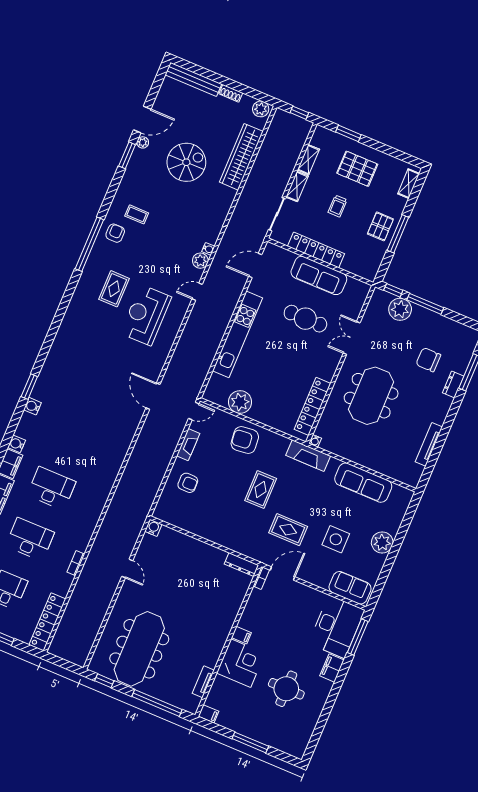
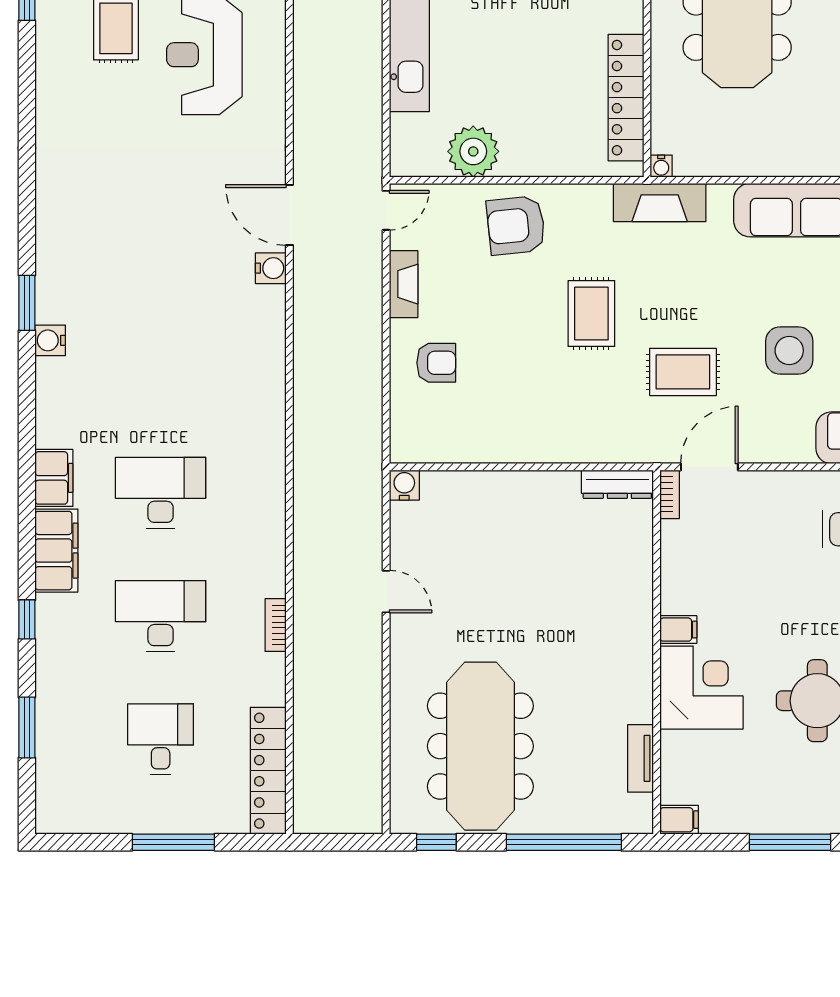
water cooler: (17, 444) -> (271, 268), moved, turned 180

